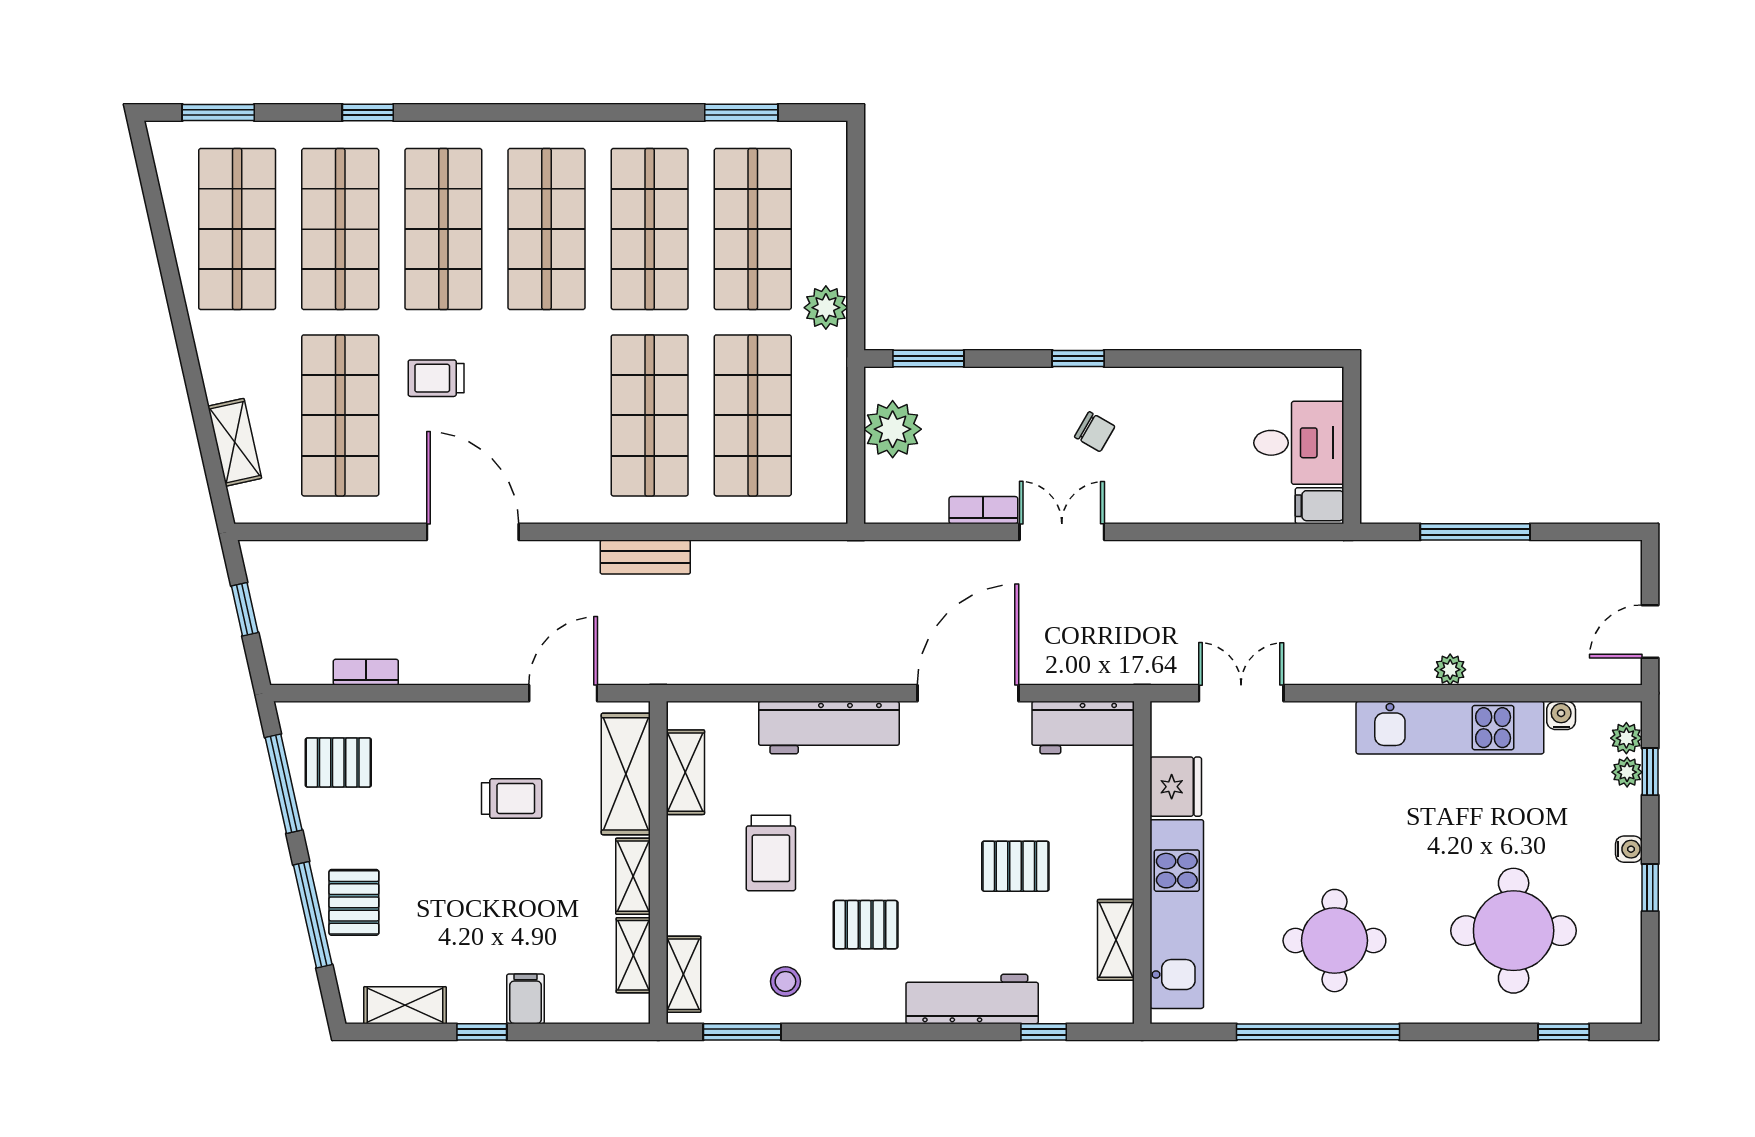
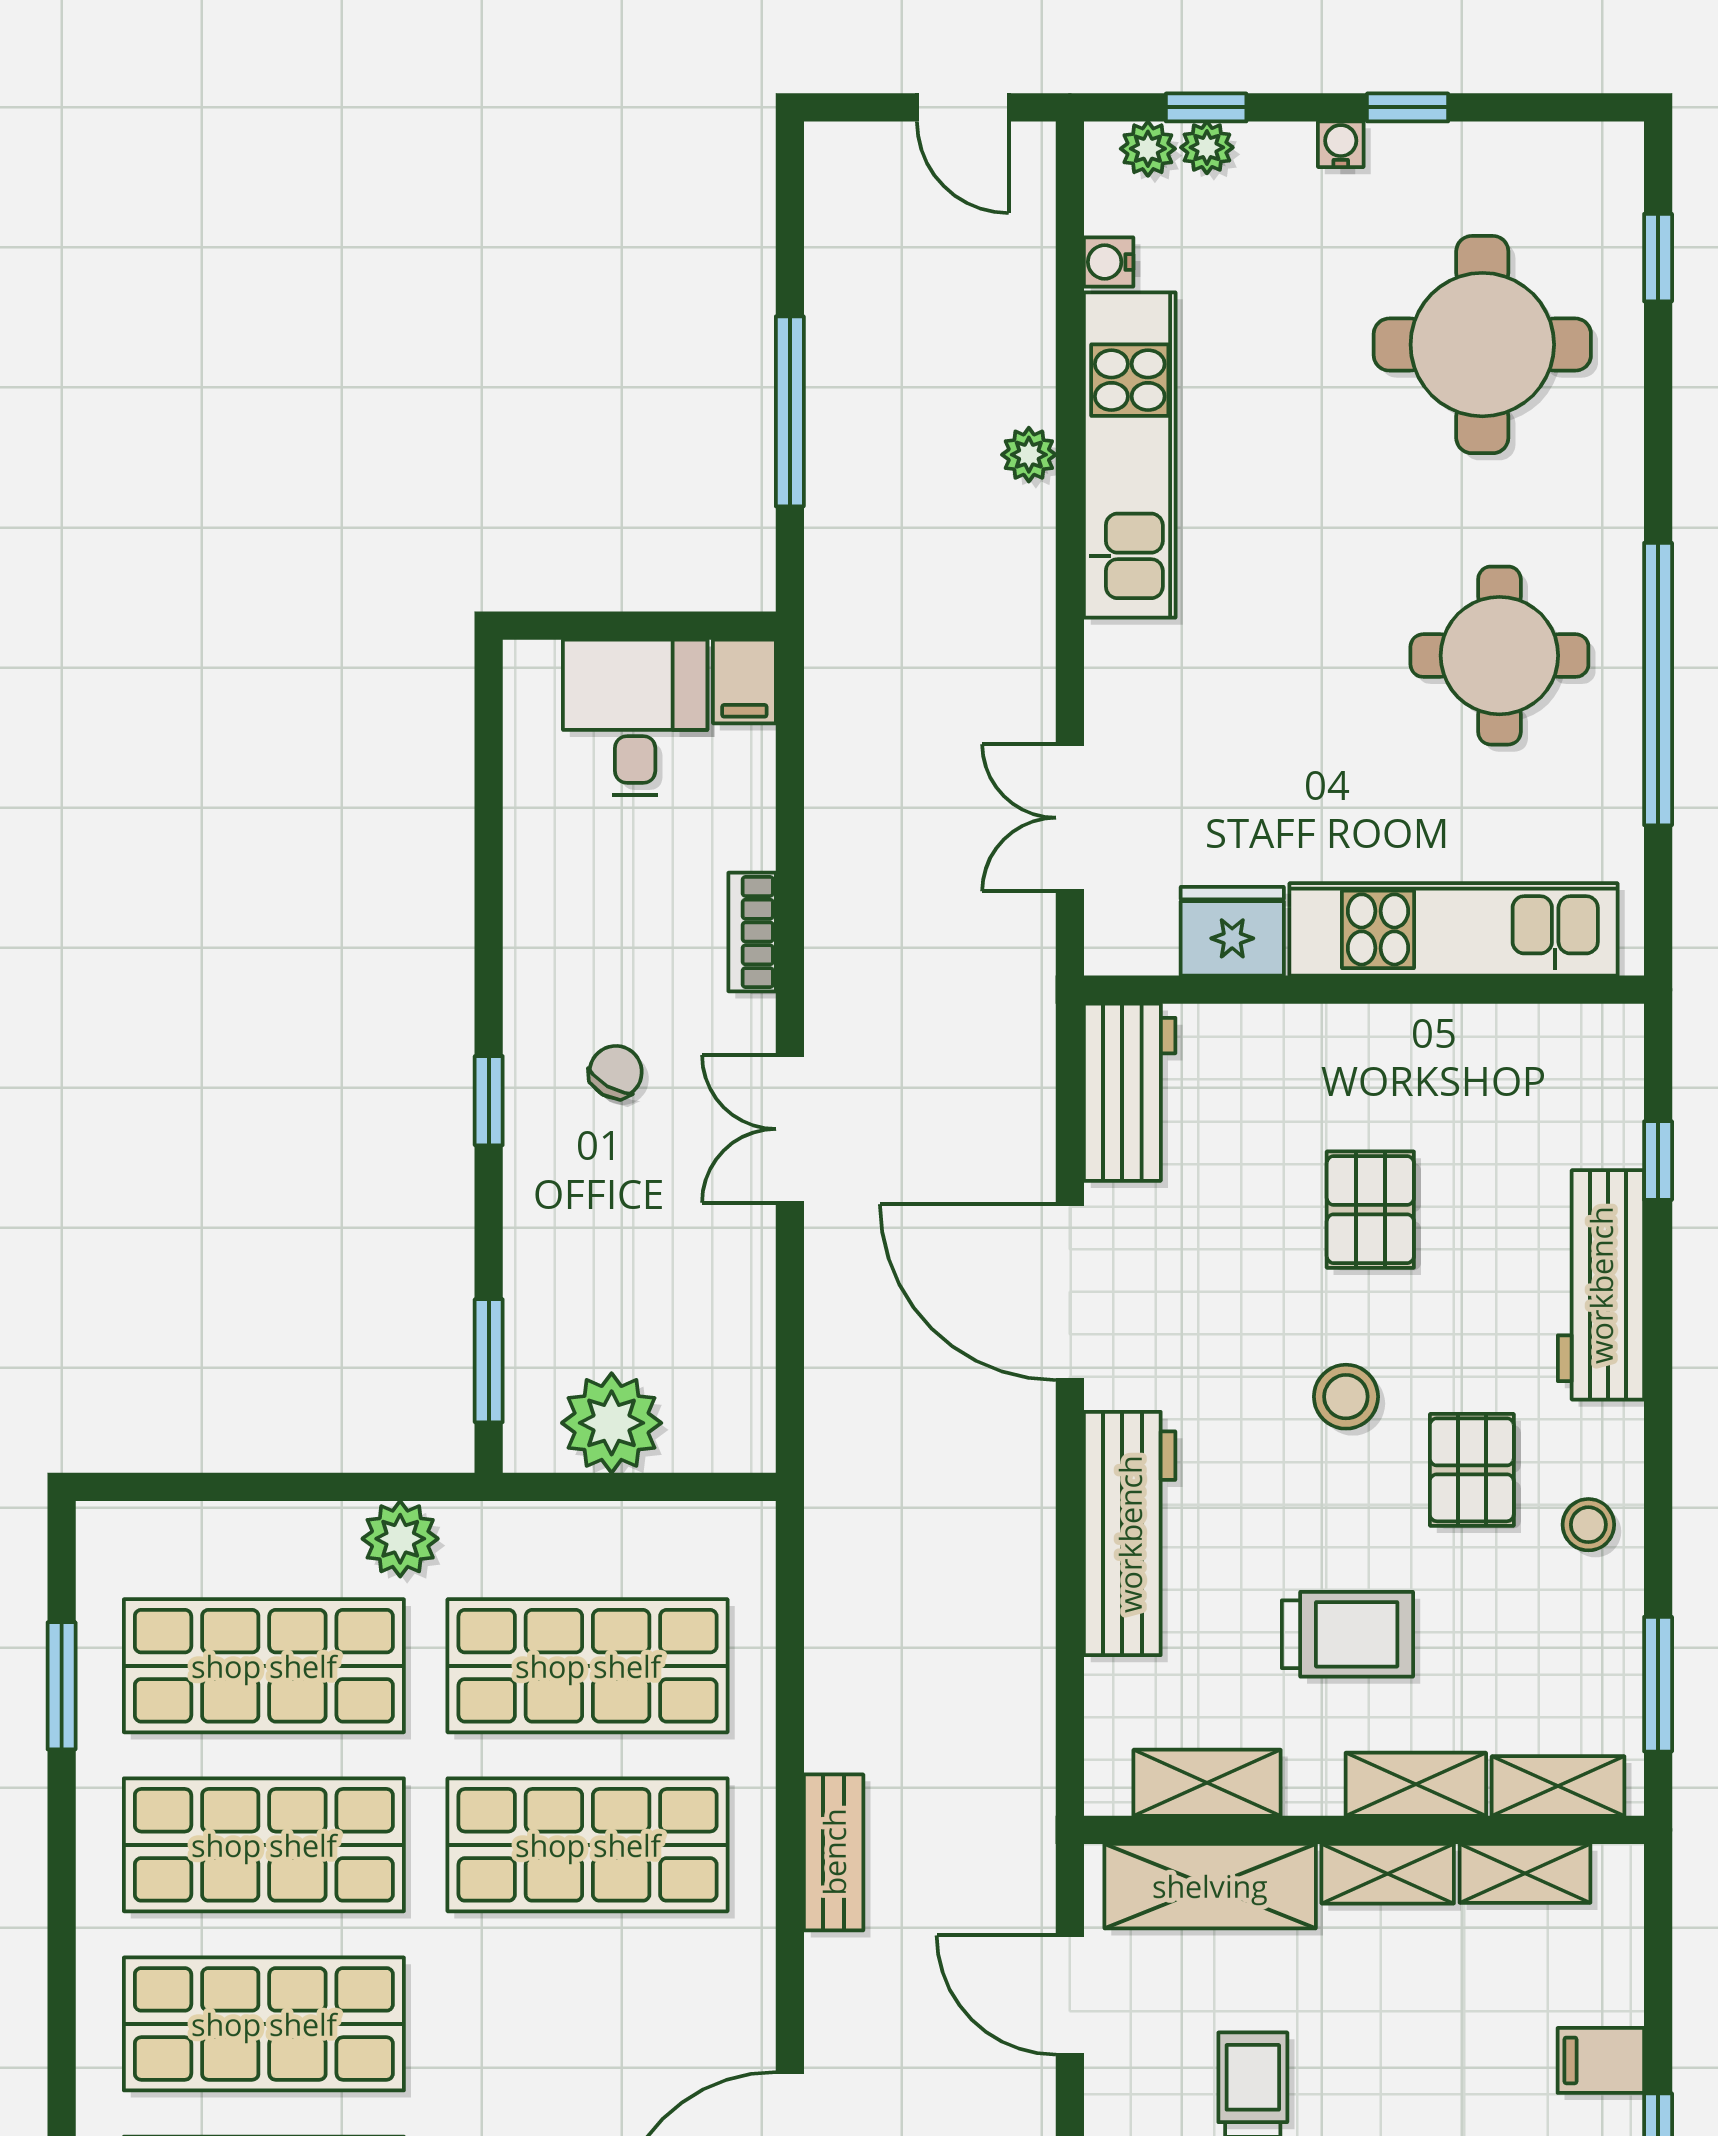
bookcase: (983, 510) -> (752, 932), moved
stool: (908, 852) -> (1346, 1397), added
shelving: (1116, 940) -> (1416, 1784), moved
stool: (785, 981) -> (1588, 1525), moved

